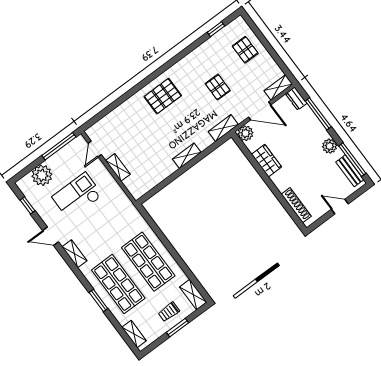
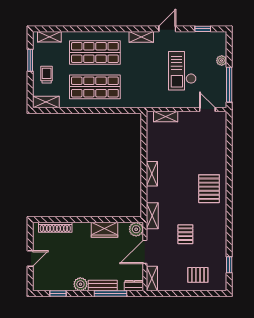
pallet: (218, 87) -> (185, 234), turned 90
window: (352, 160) -> (58, 294), width x0.46
shelving: (118, 167) -> (166, 116), moved
bench: (350, 171) -> (103, 286), moved
plant: (42, 175) -> (222, 61), width x0.53, depth x0.53
checkout: (77, 196) -> (182, 71), turned 180
window: (98, 300) -> (94, 29), removed
window: (178, 328) -> (30, 60), moved

